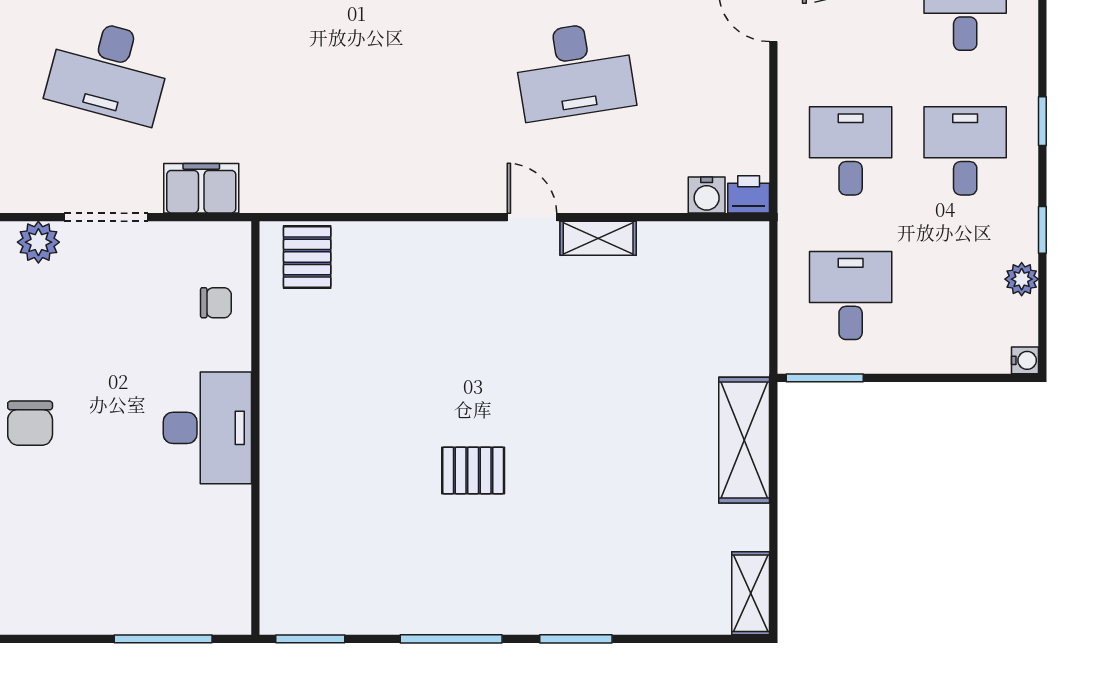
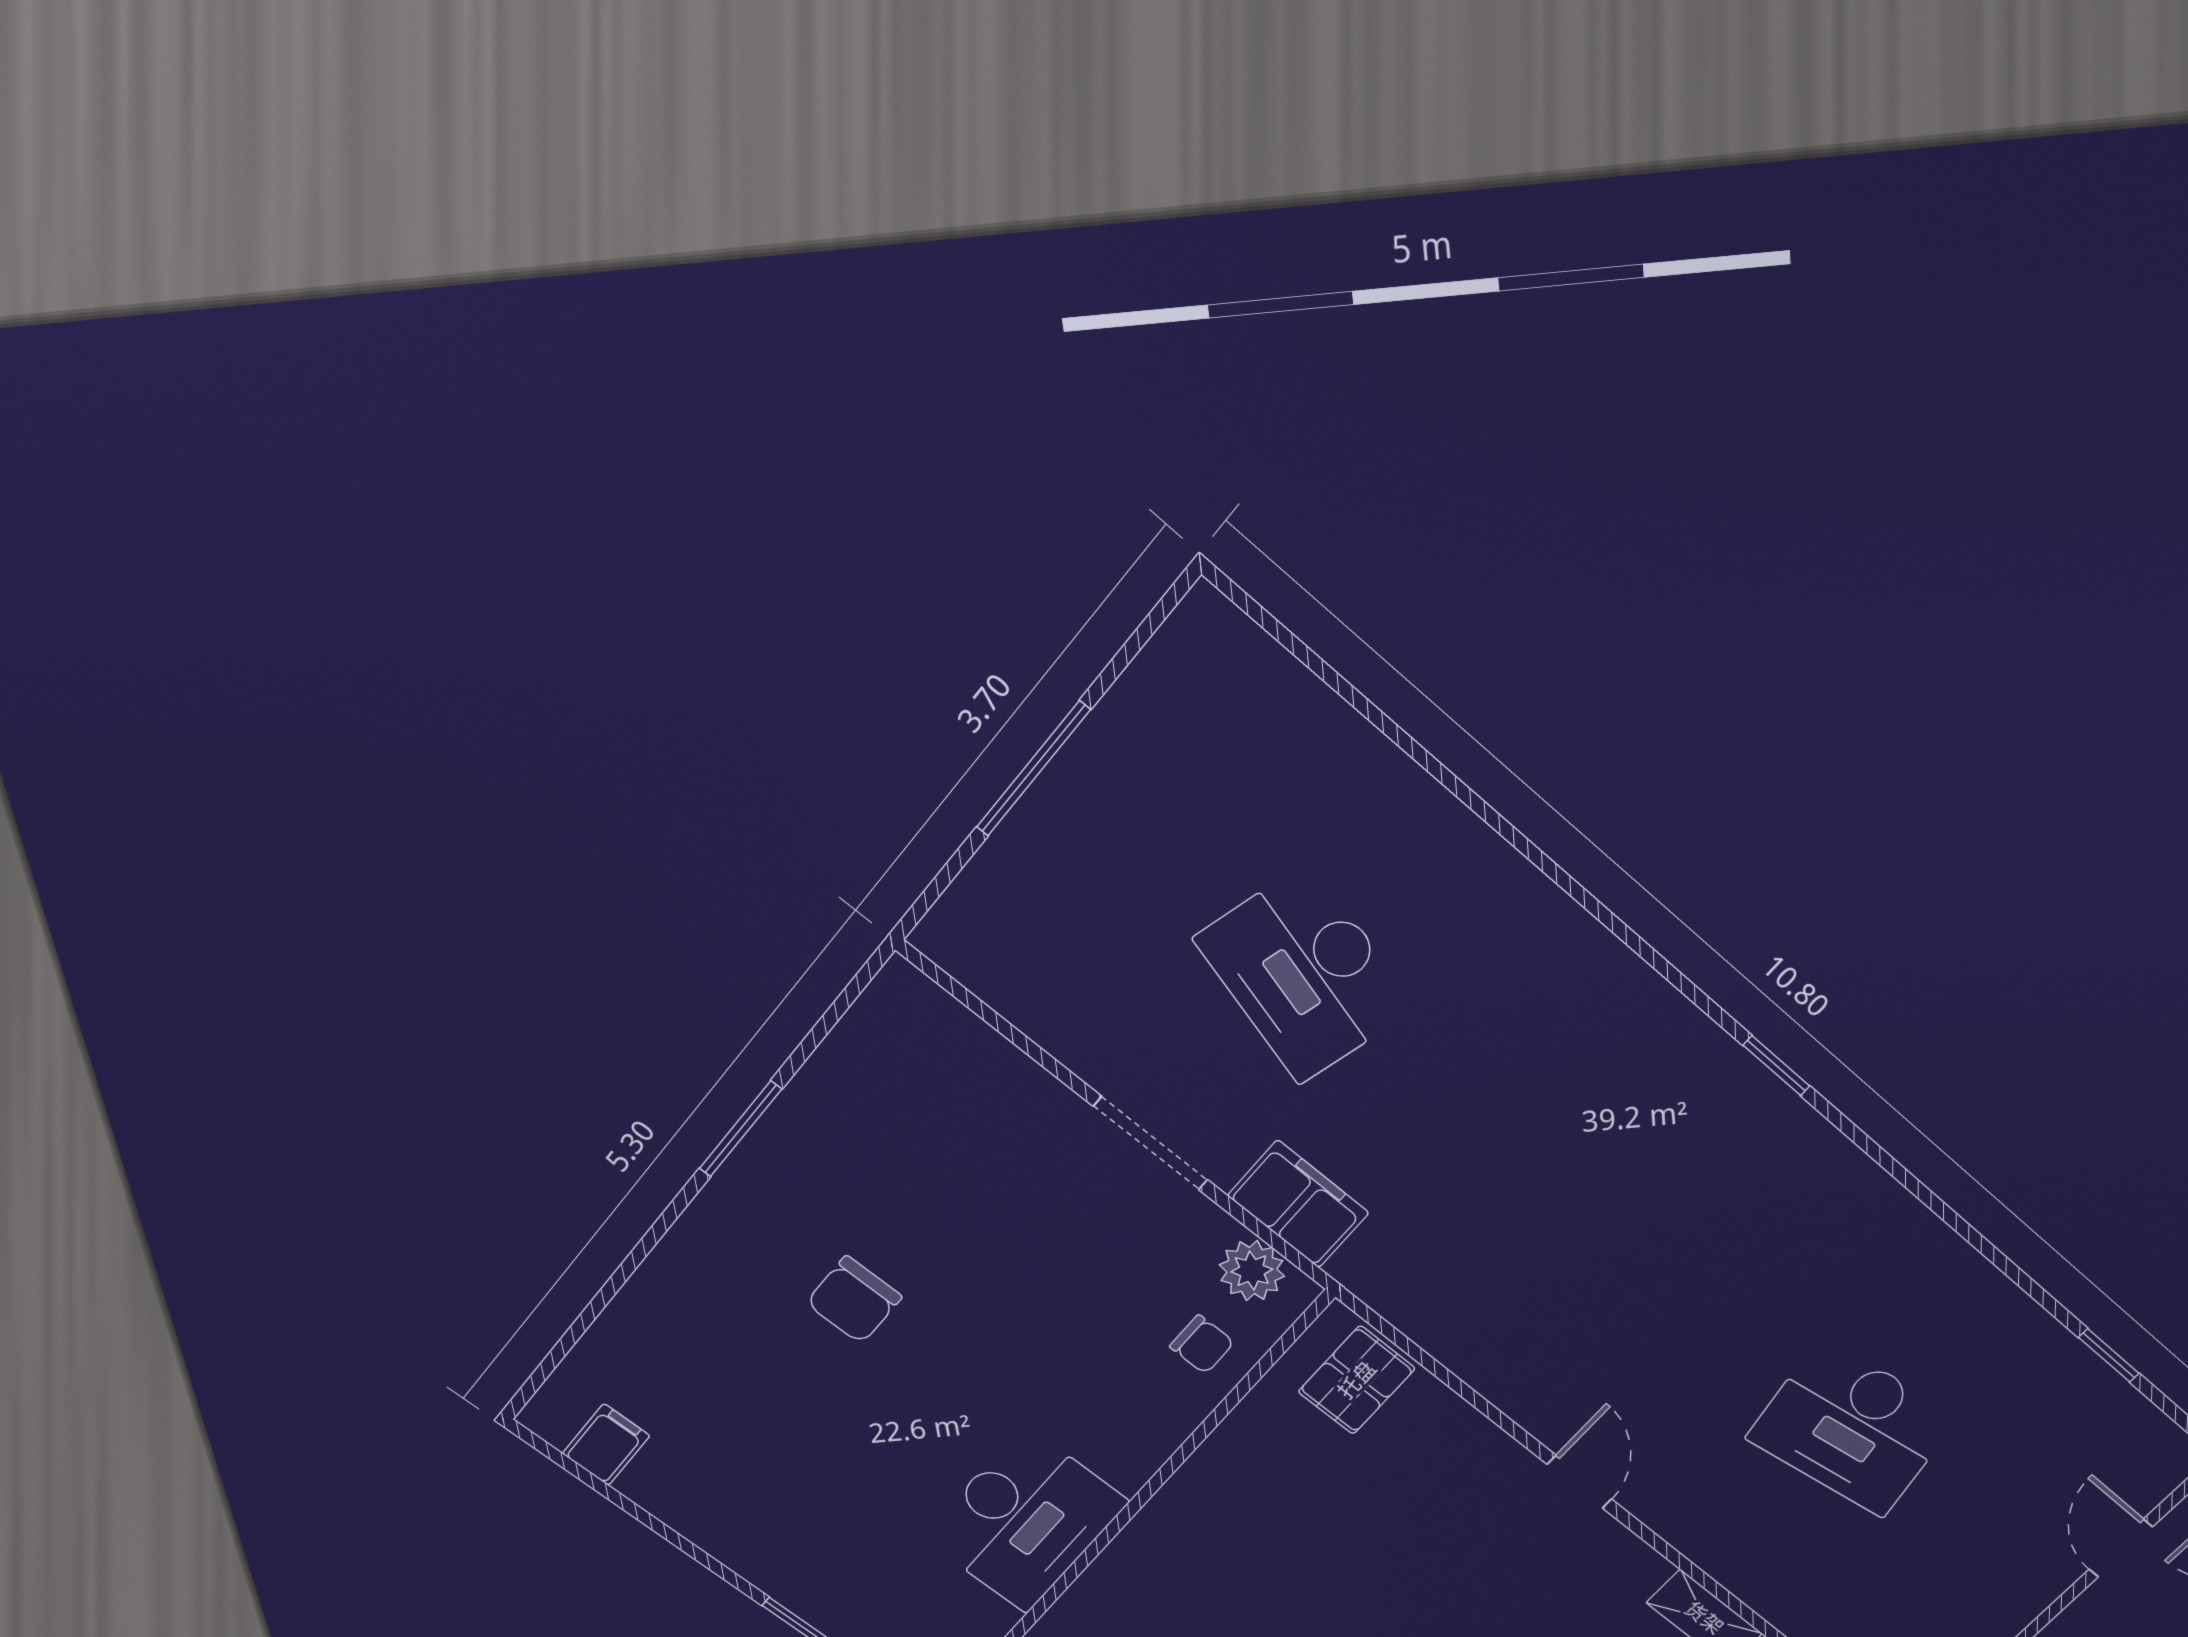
door: (532, 217) -> (1579, 1482), moved
plant: (38, 242) -> (1252, 1271), moved
desk: (207, 428) -> (1025, 1520), moved

